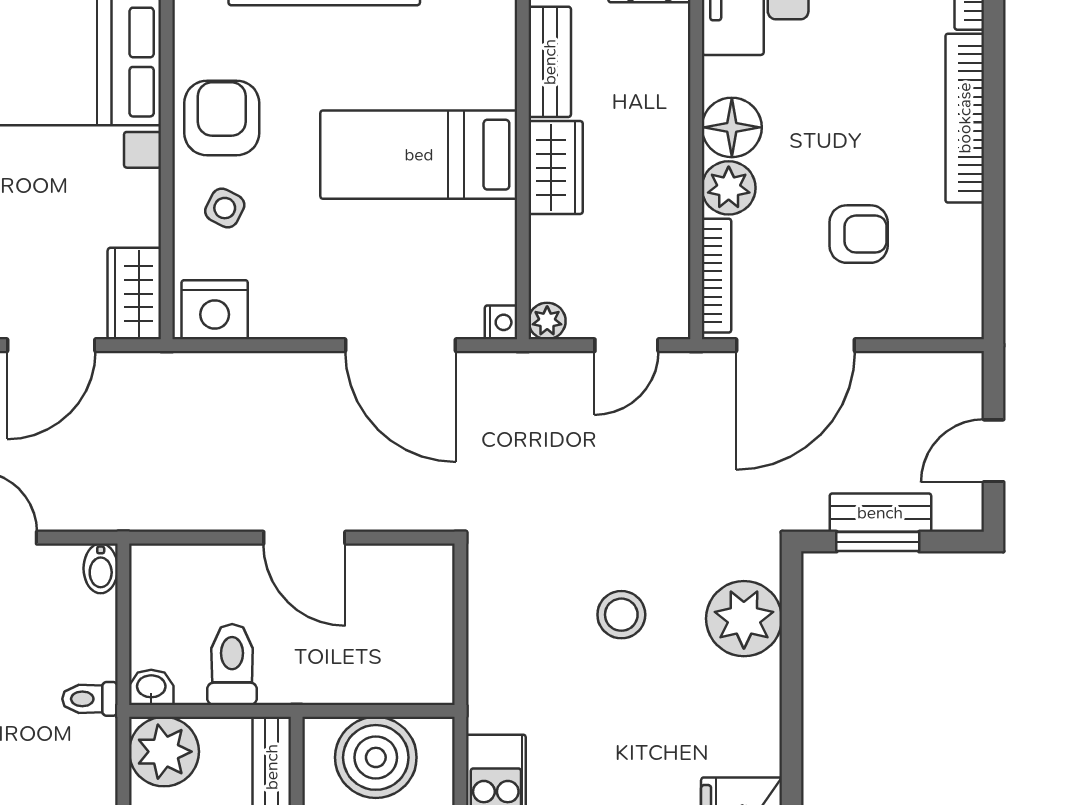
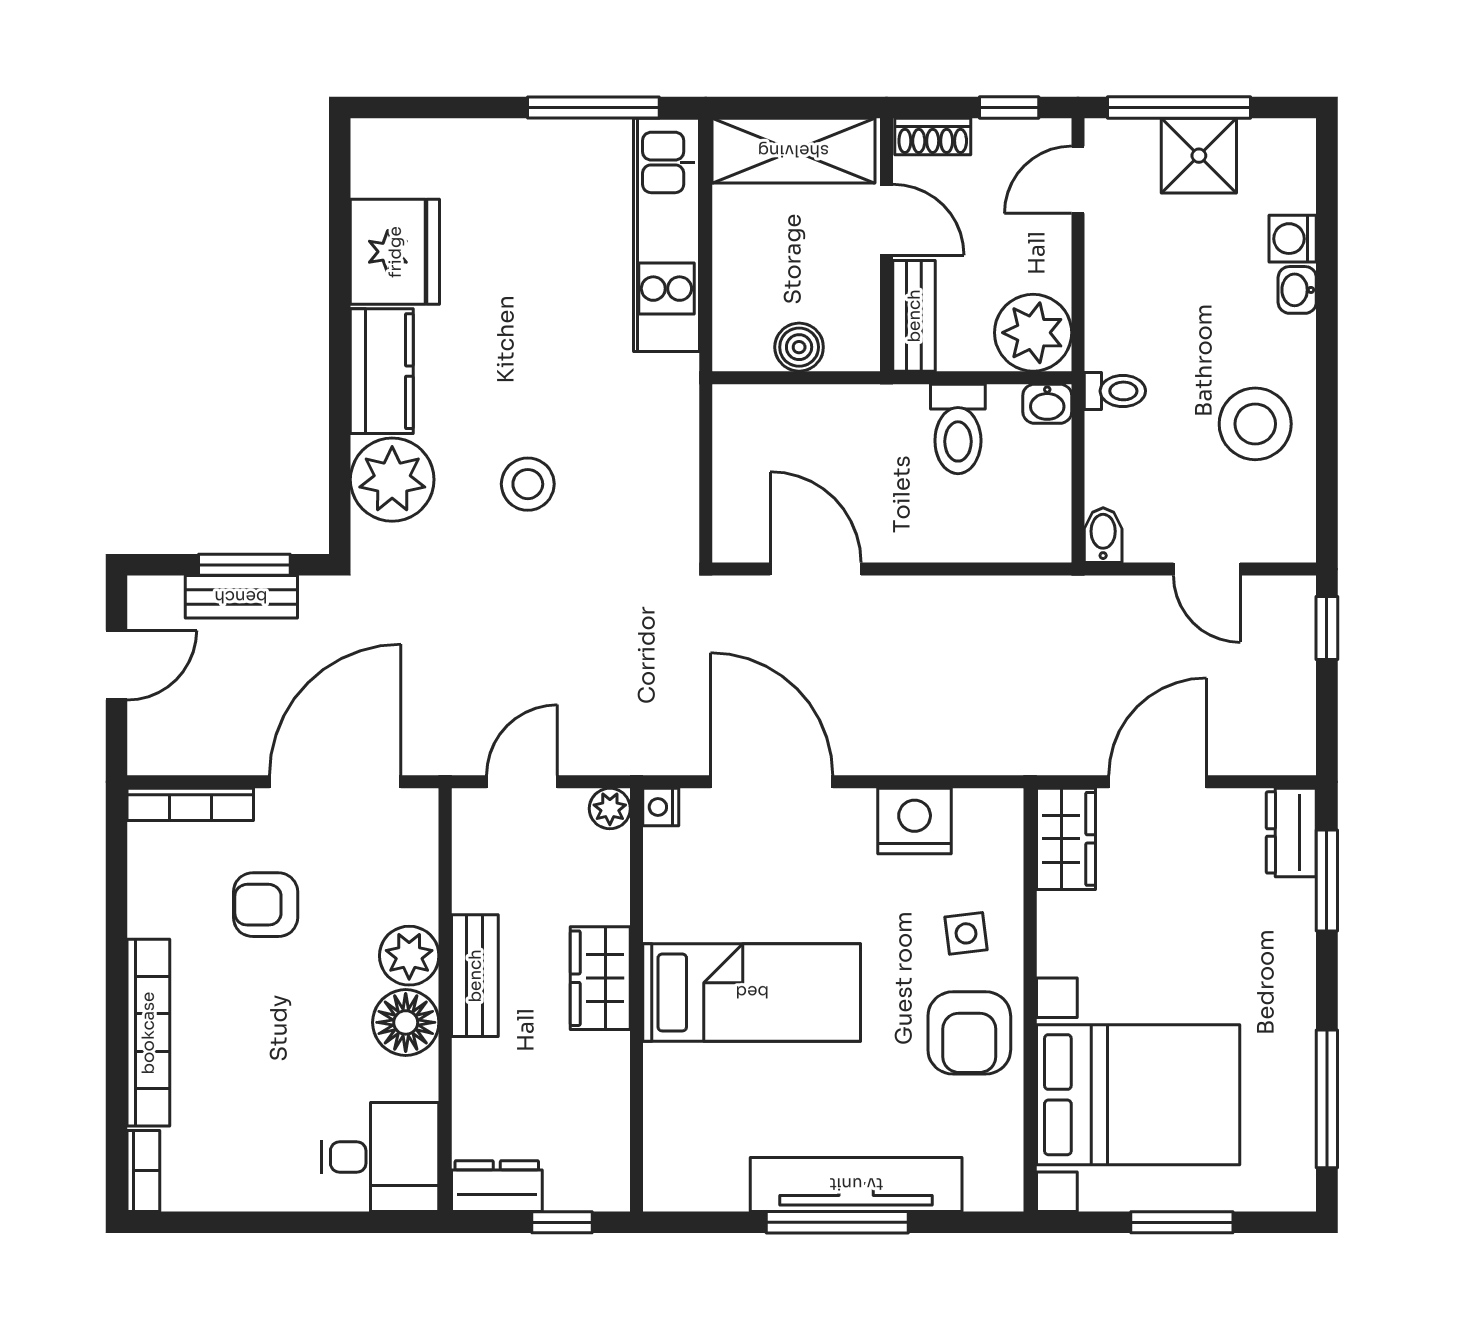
bench: (550, 62) -> (475, 976), moved
side table: (225, 208) -> (966, 933), turned -34
bookcase: (716, 276) -> (190, 804), moved, turned -90
nightstand: (215, 310) -> (915, 821), moved
door: (304, 538) -> (816, 569), moved
kitchen counter: (753, 717) -> (382, 371), added
boiler: (376, 757) -> (799, 347), width x0.54, depth x0.54

